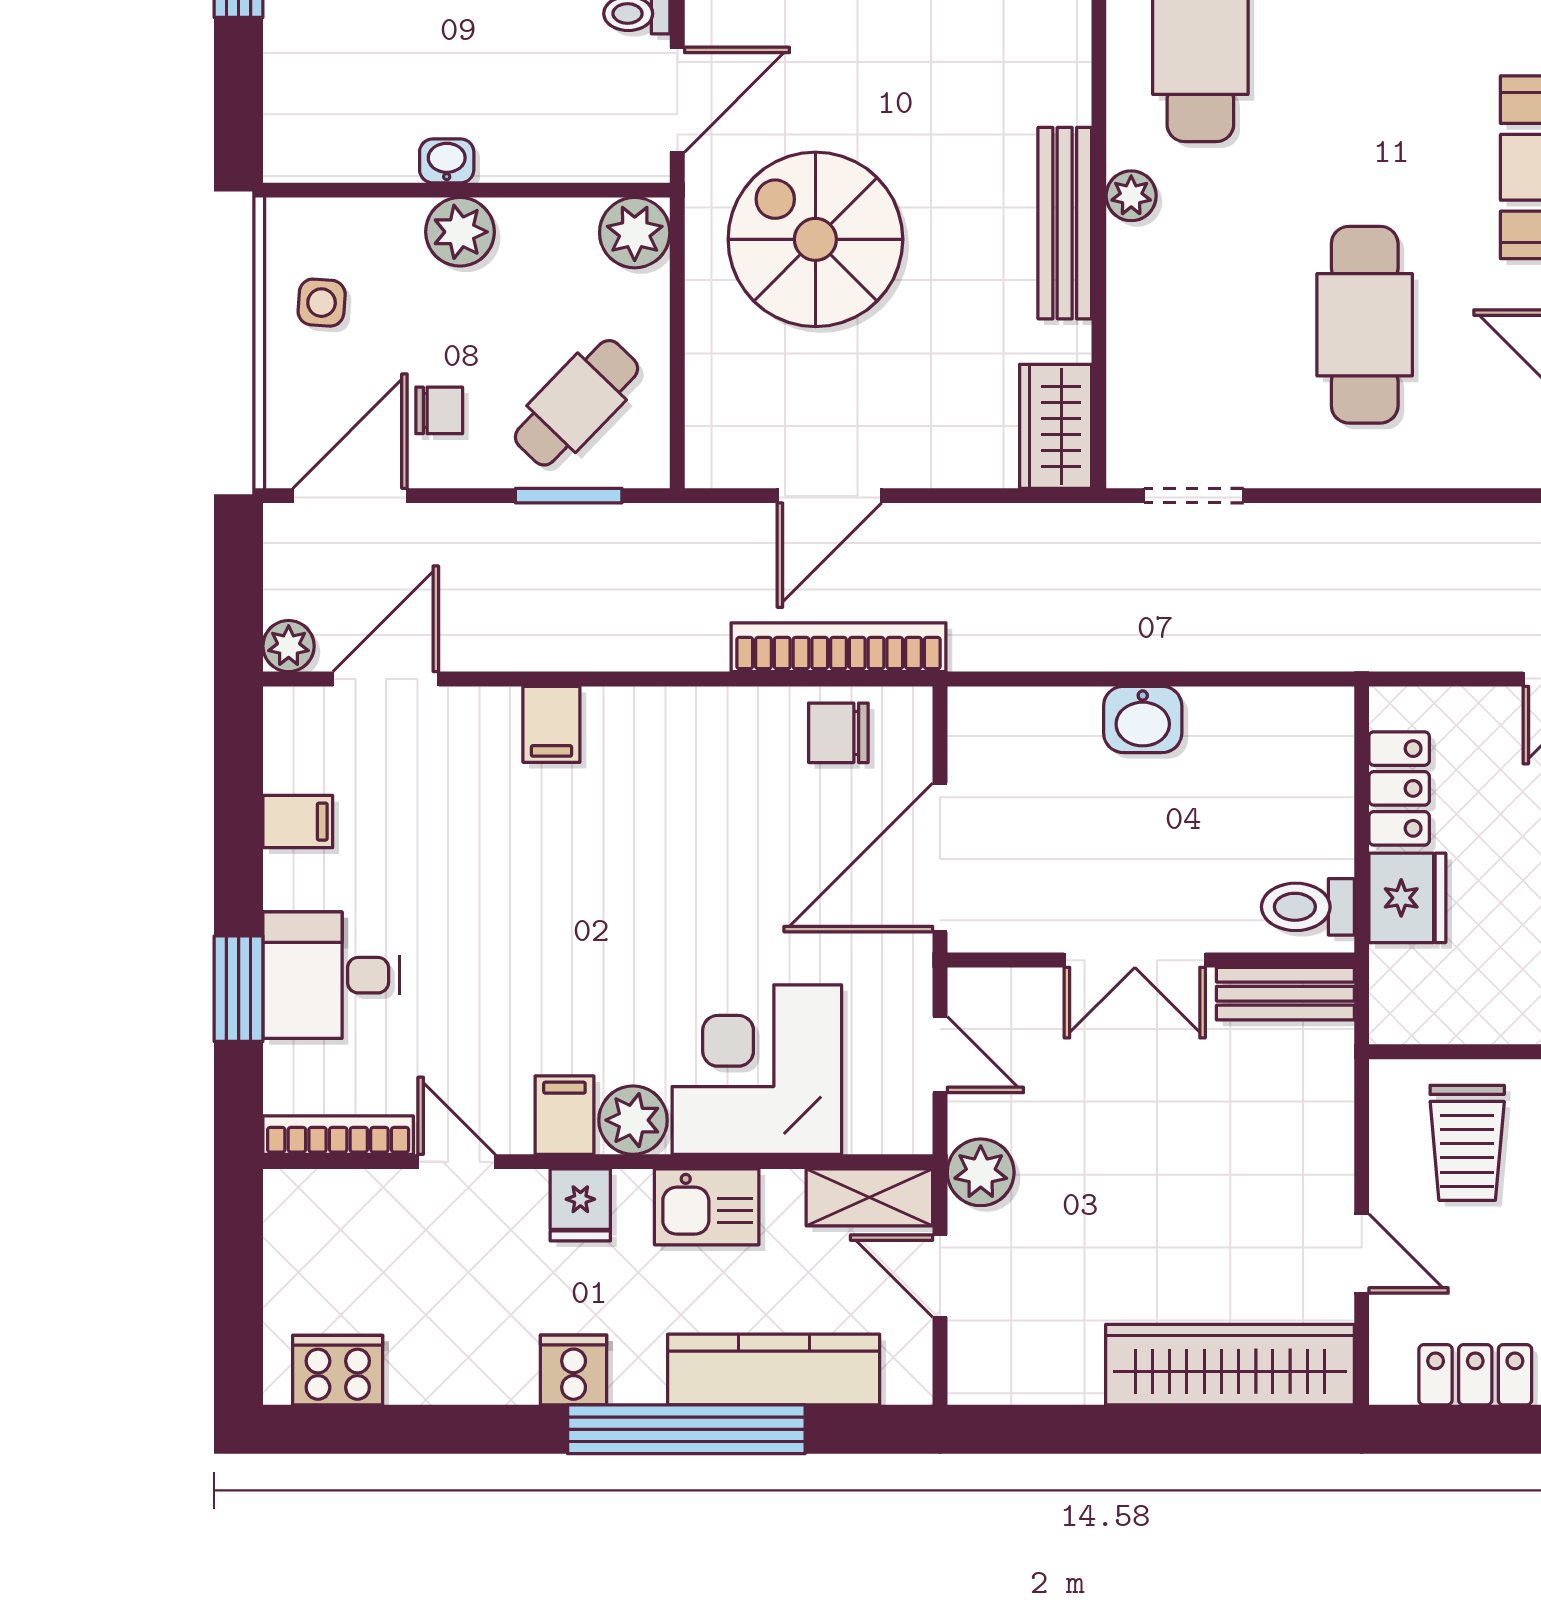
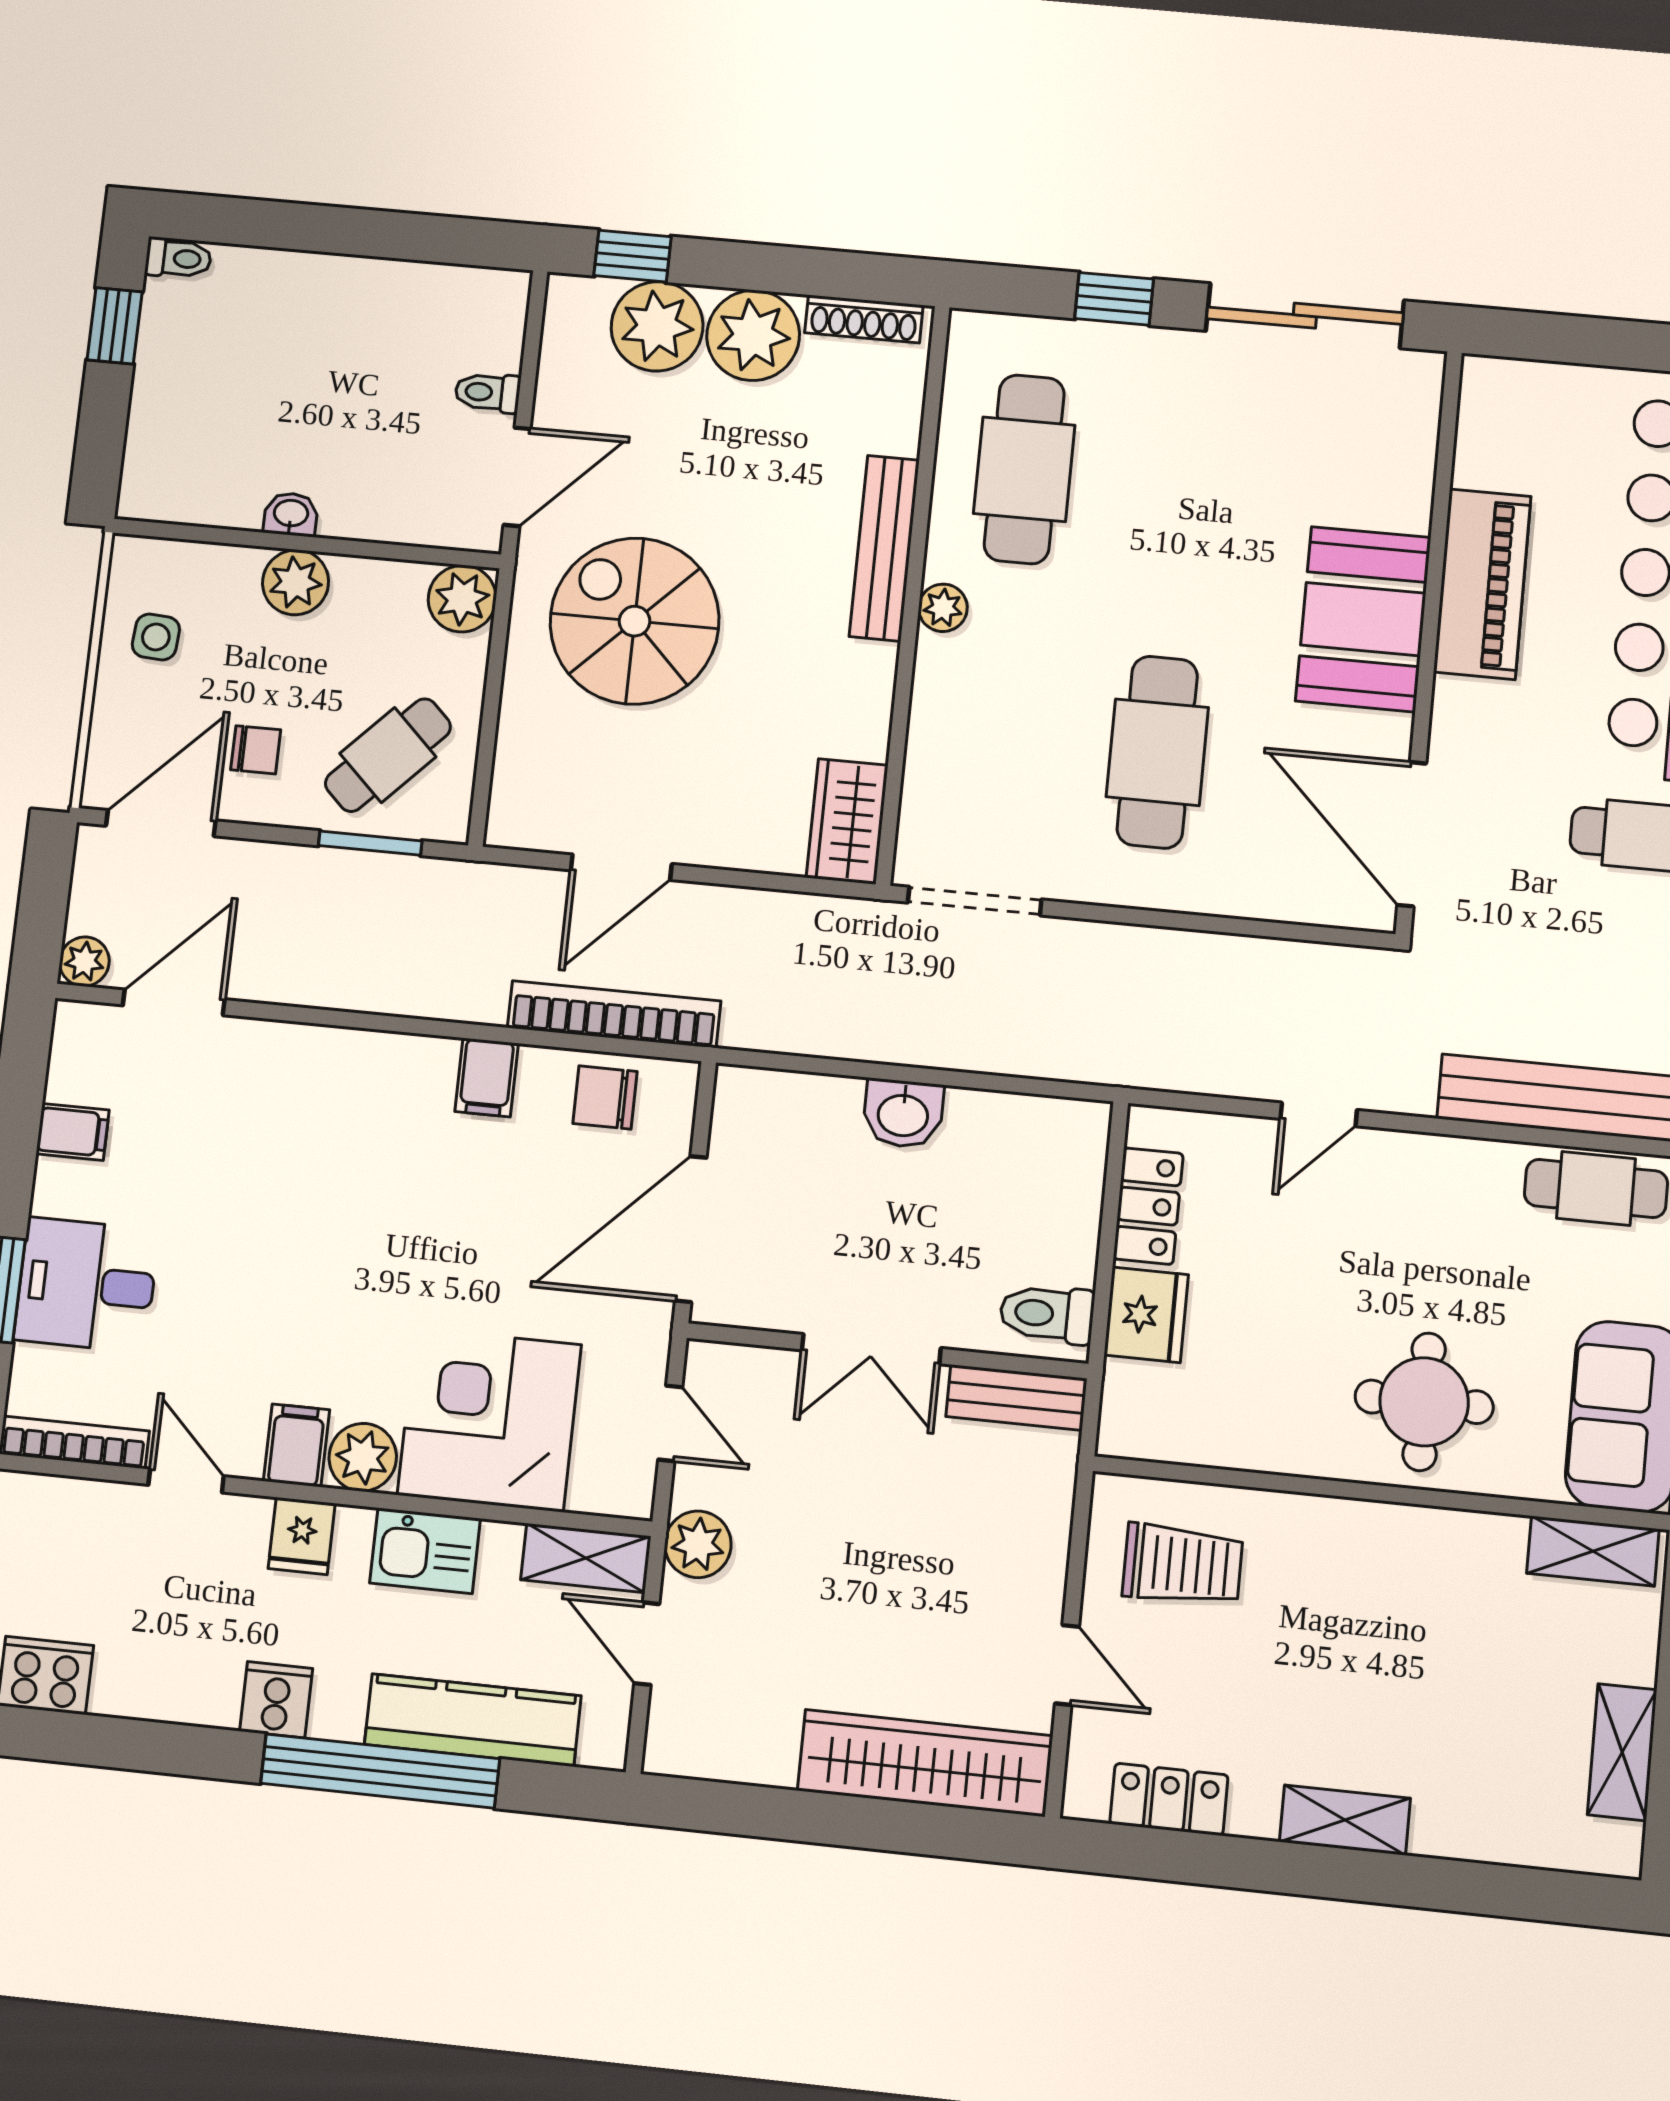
bench: (1065, 223) -> (884, 548), moved
doorway: (1194, 496) -> (975, 901), width x1.38
filing cabinet: (551, 724) -> (487, 1077), moved
trolley: (1467, 1143) -> (1183, 1565), turned -90

